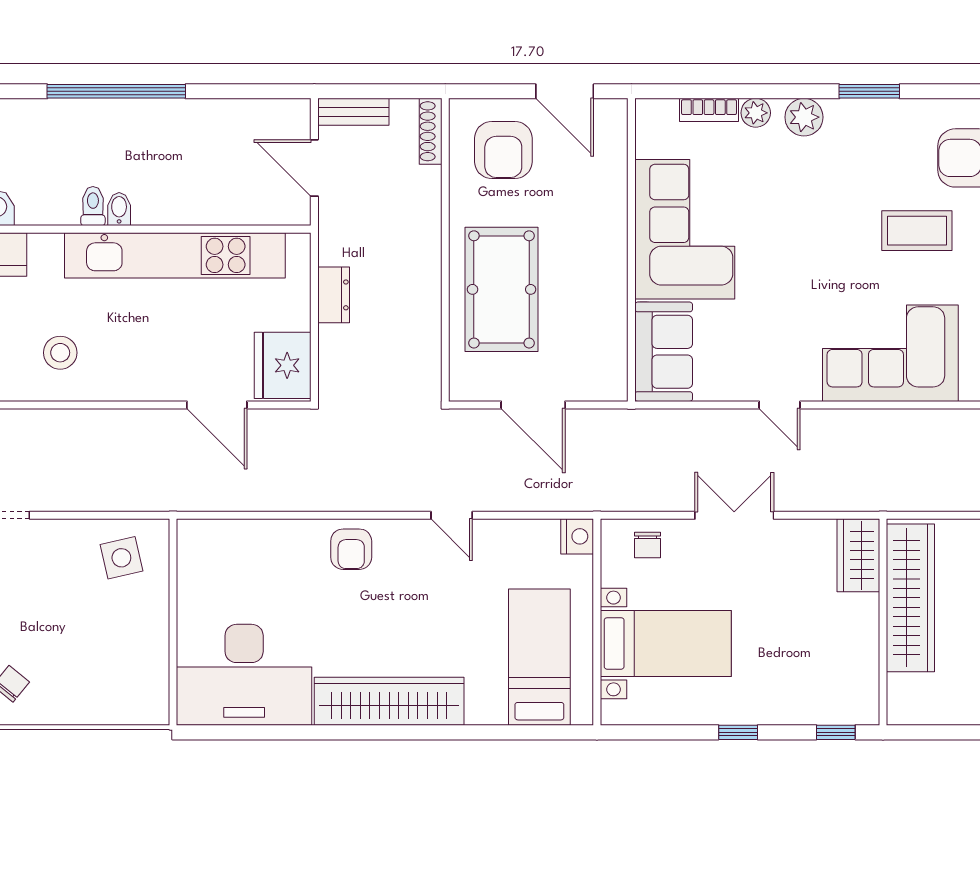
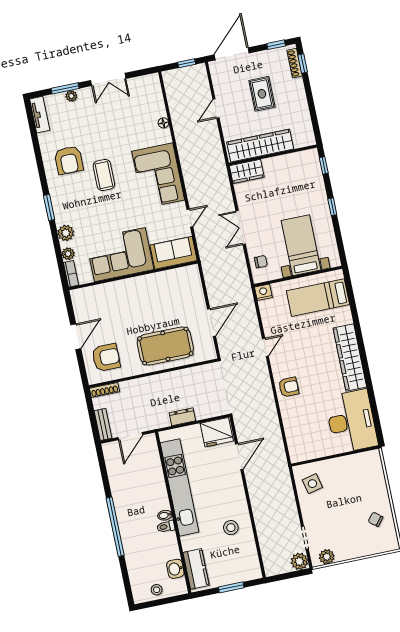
corner sofa: (685, 229) -> (120, 255), moved
wall: (631, 250) -> (133, 275), moved
sofa: (664, 352) -> (174, 253), moved

